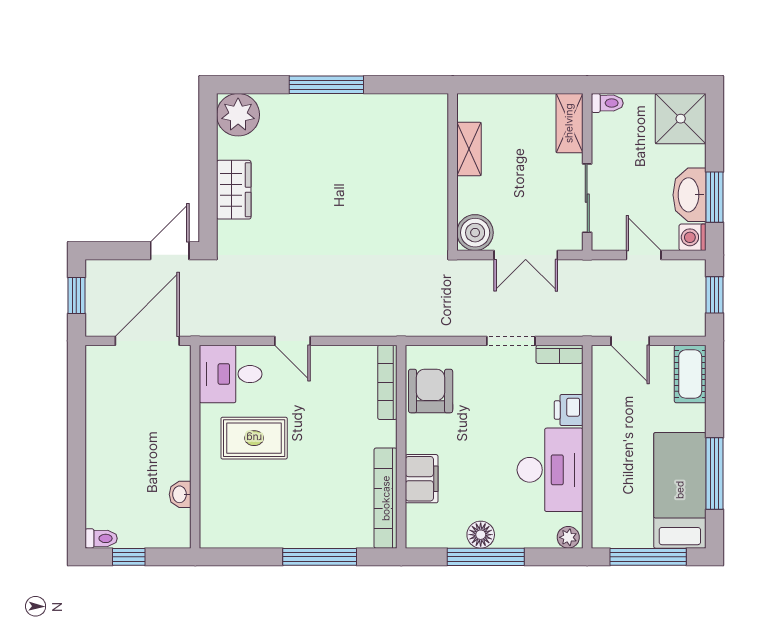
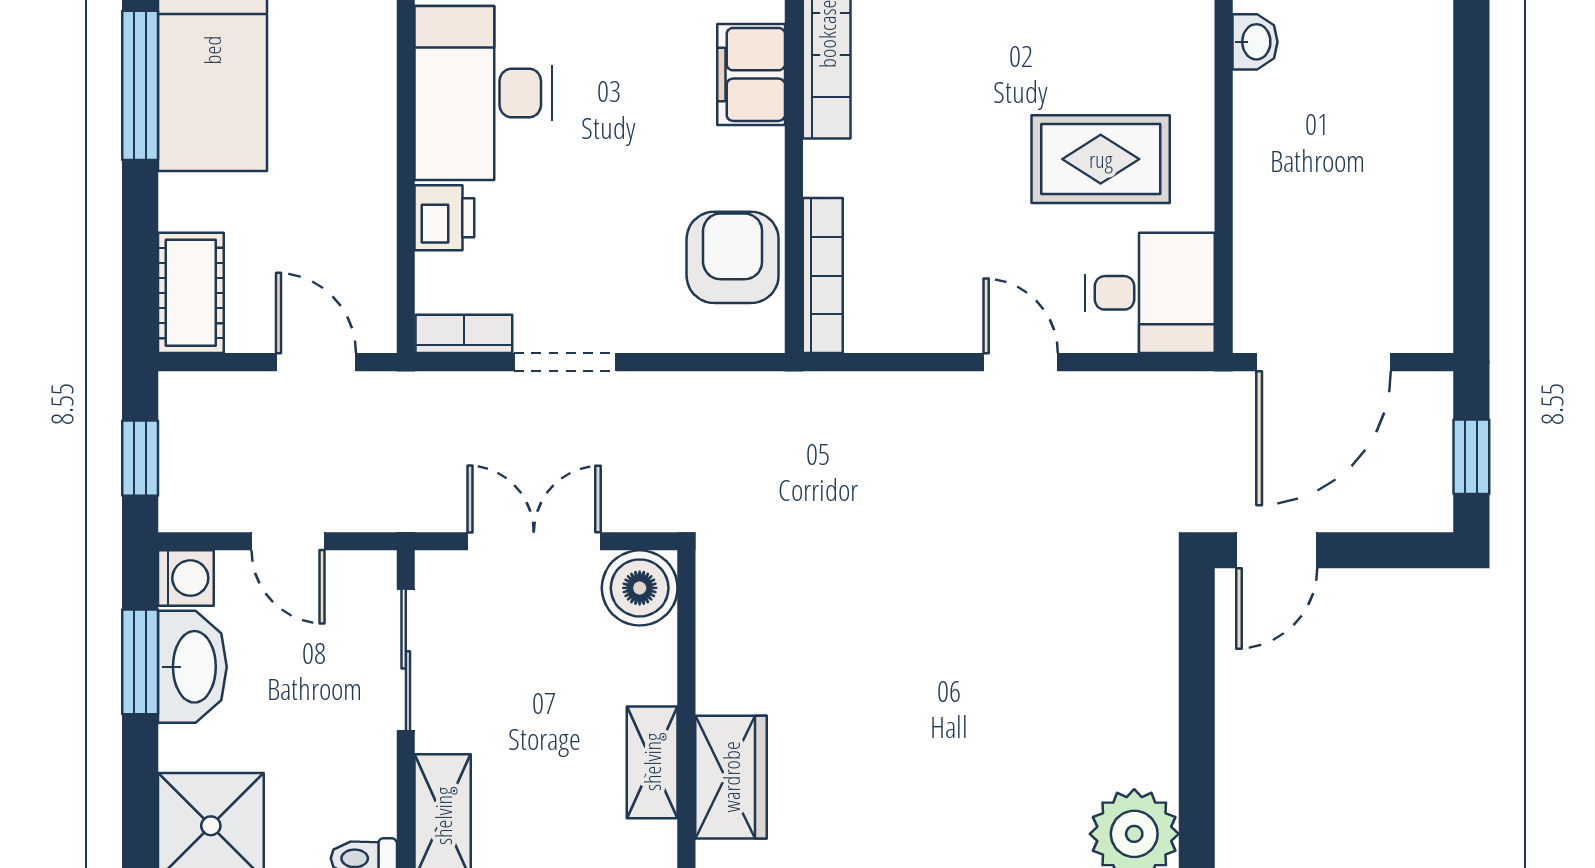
wardrobe: (234, 190) -> (731, 777), moved, turned 180
armchair: (431, 391) -> (733, 257), turned 180

